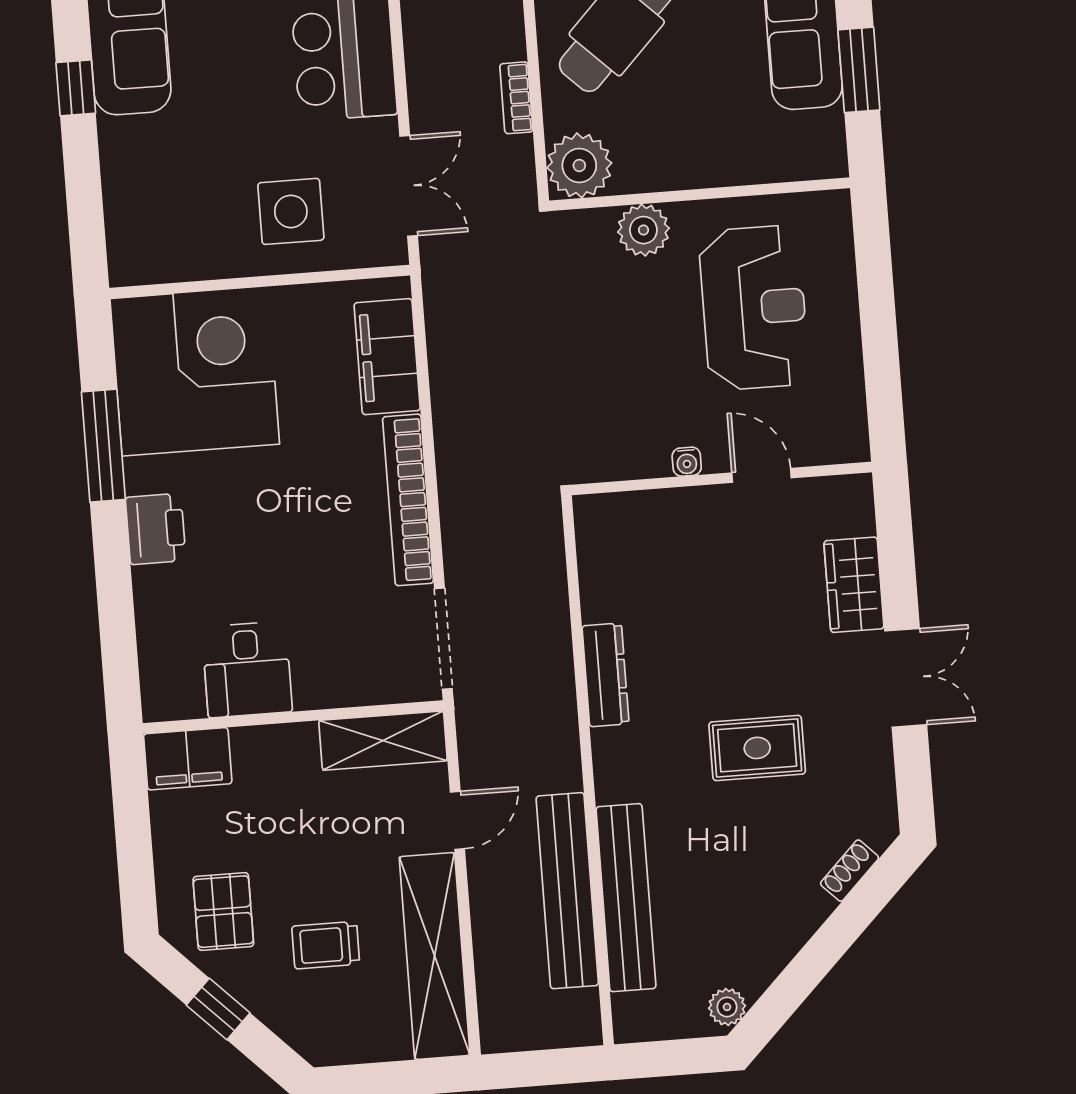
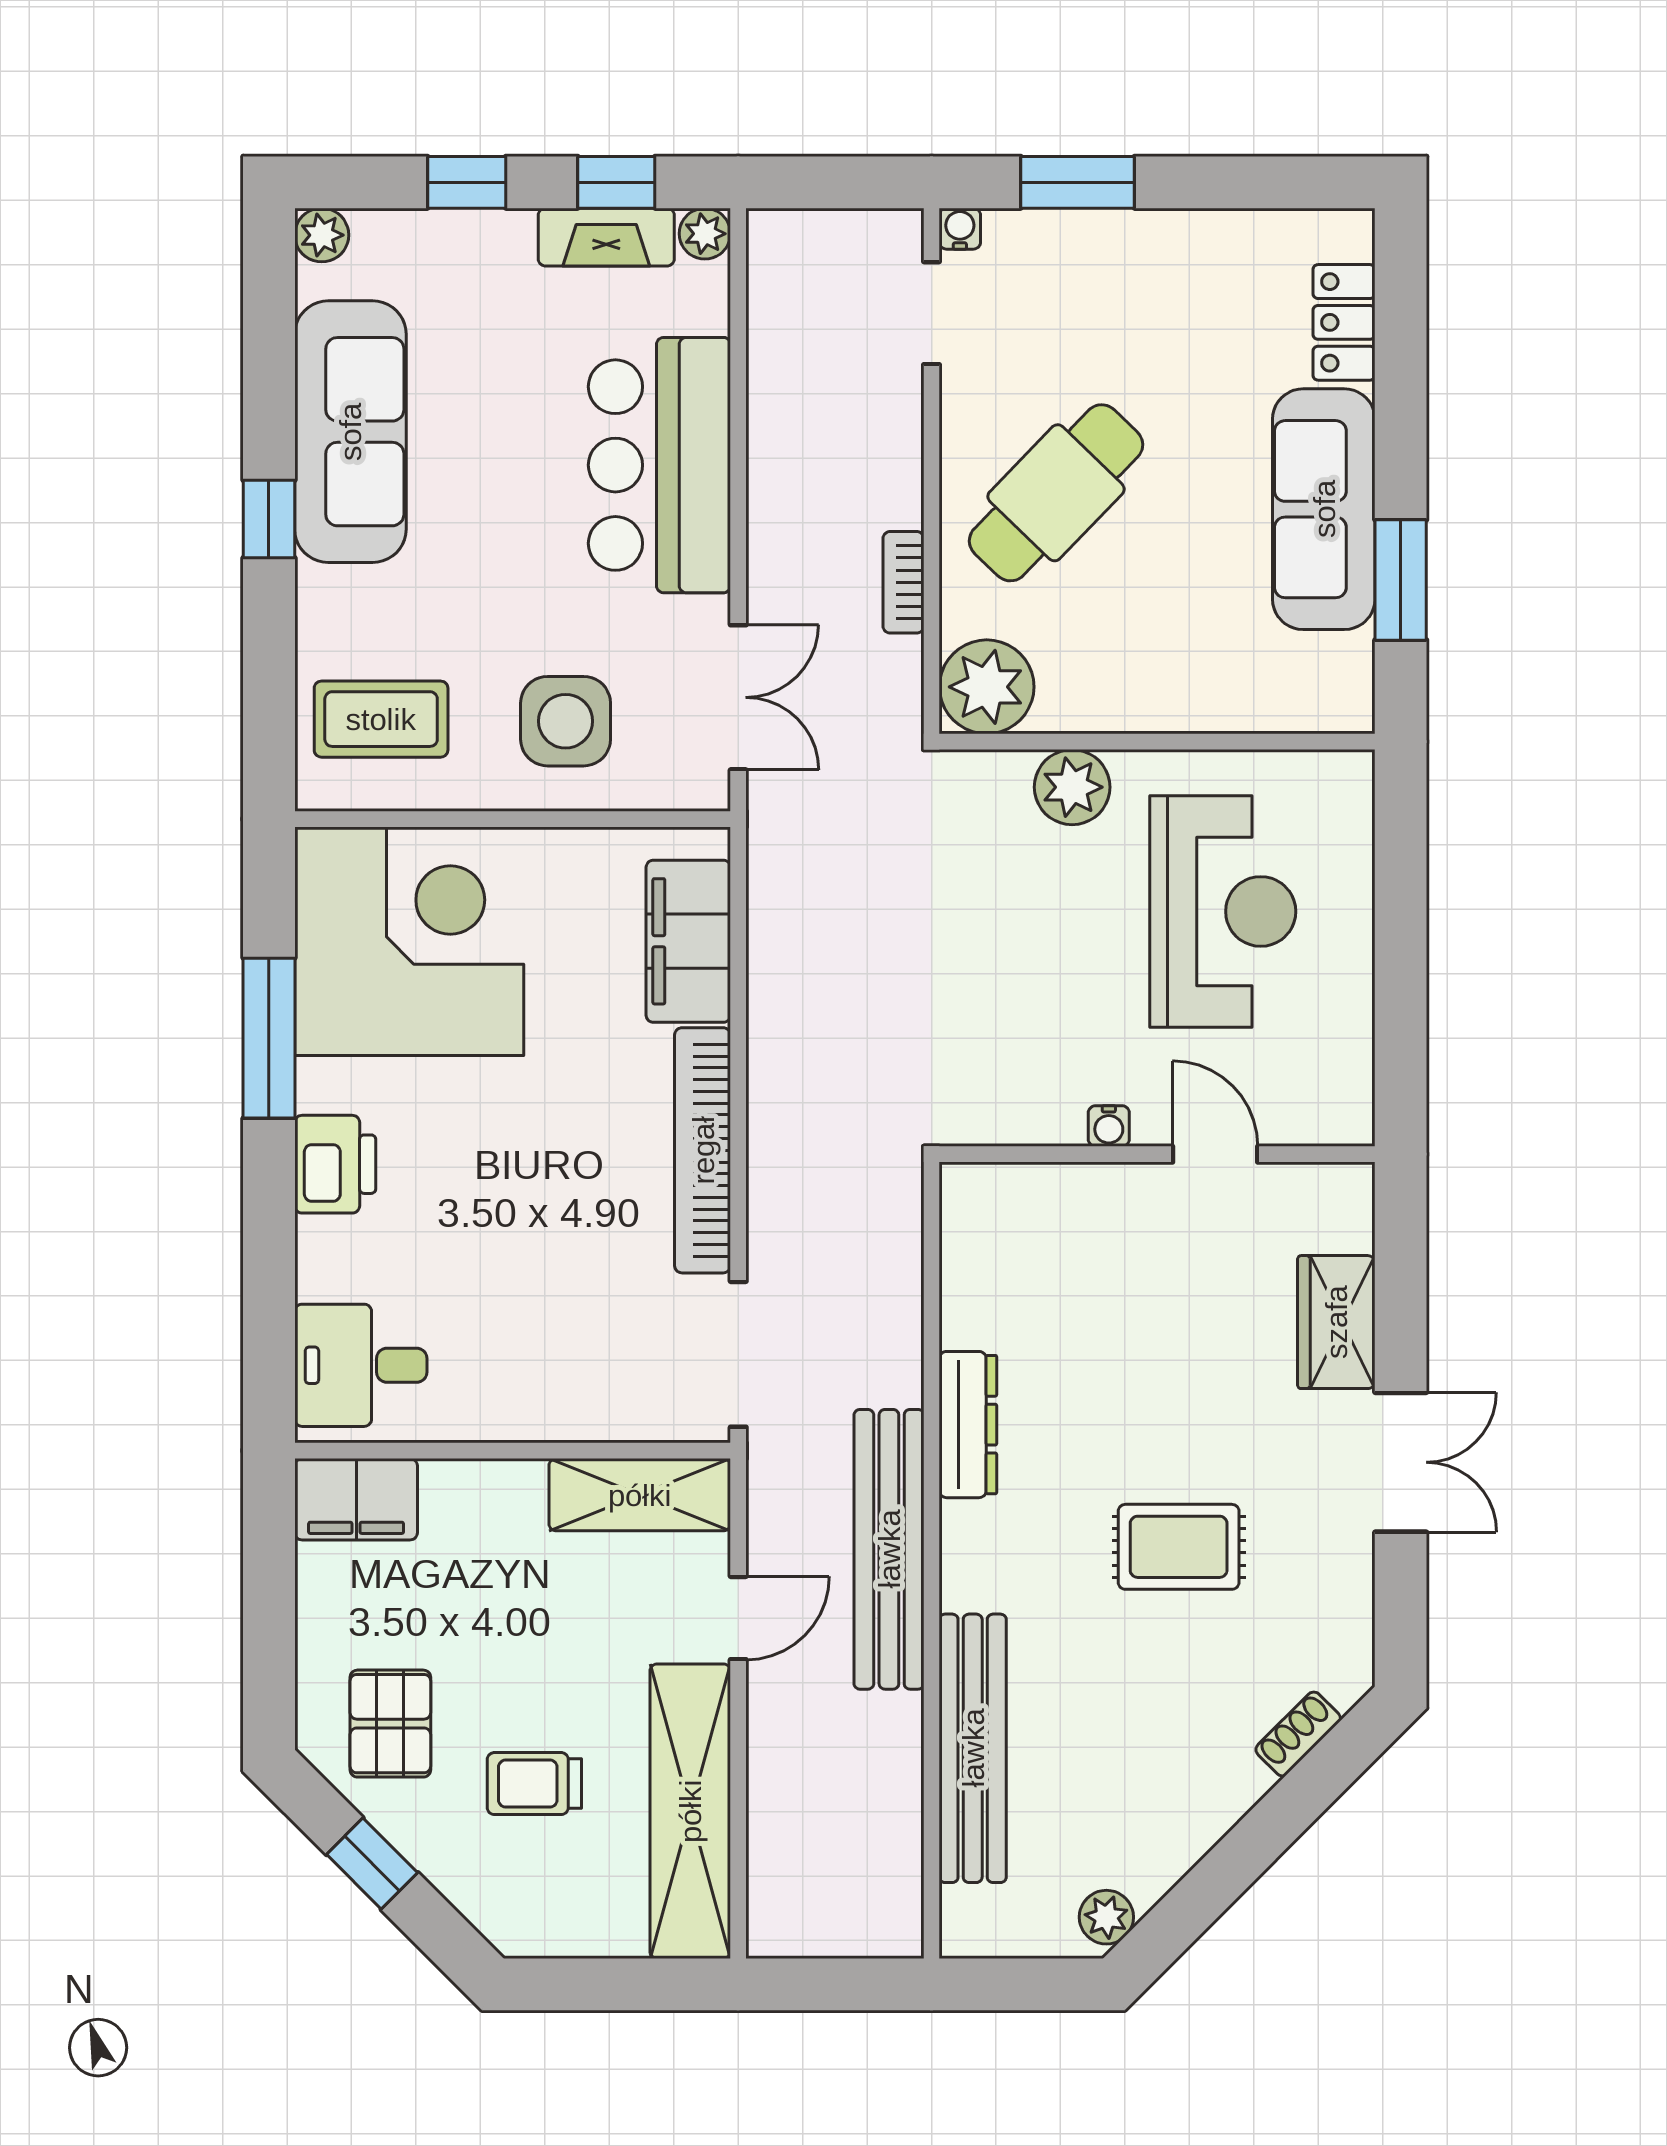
coffee table: (164, 220) -> (381, 719), added
desk: (247, 669) -> (361, 1365), moved, turned 90
bench: (567, 891) -> (889, 1549), moved

